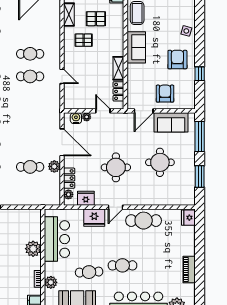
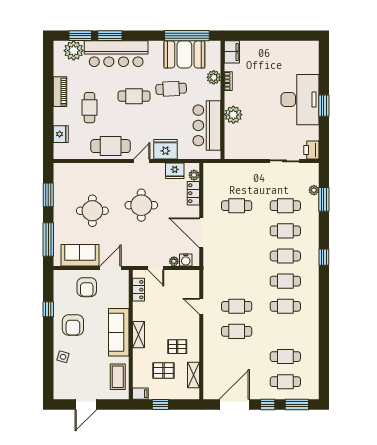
sofa: (136, 47) -> (119, 332), width x1.36
shelving: (118, 68) -> (139, 335), moved
plant: (54, 166) -> (210, 206), removed
fridge: (188, 218) -> (61, 134), moved
cafe table: (162, 255) -> (90, 108), added

